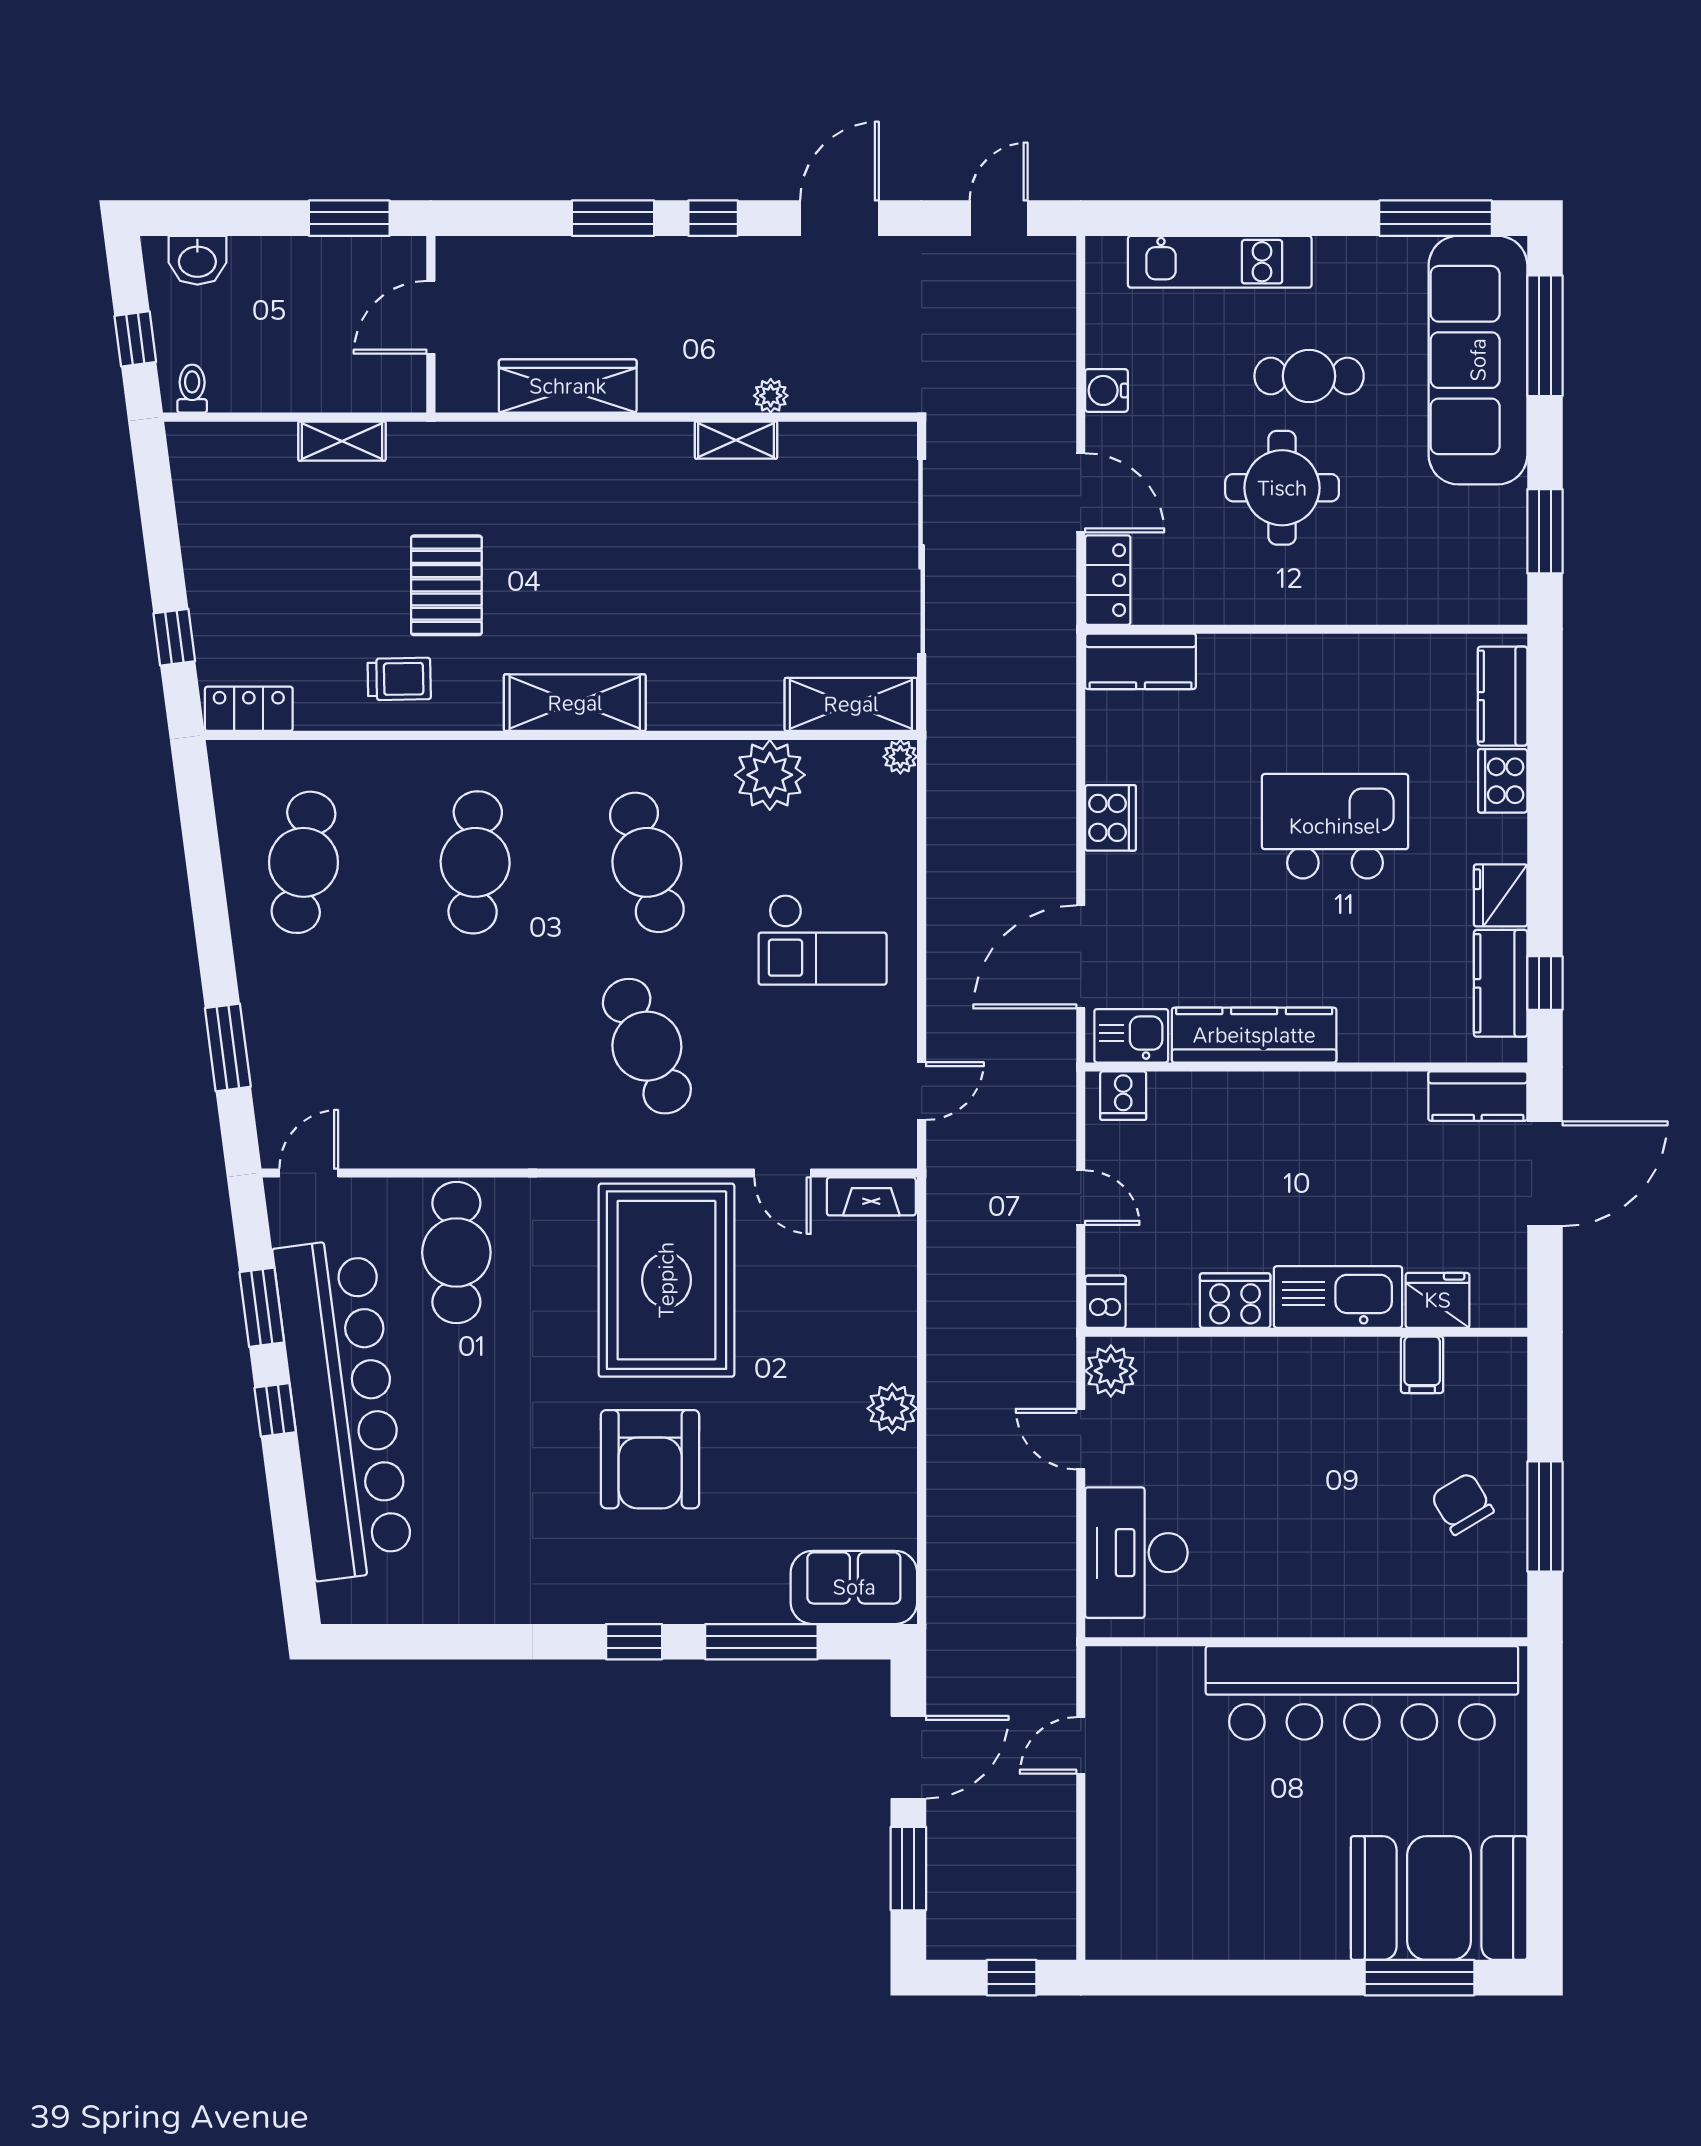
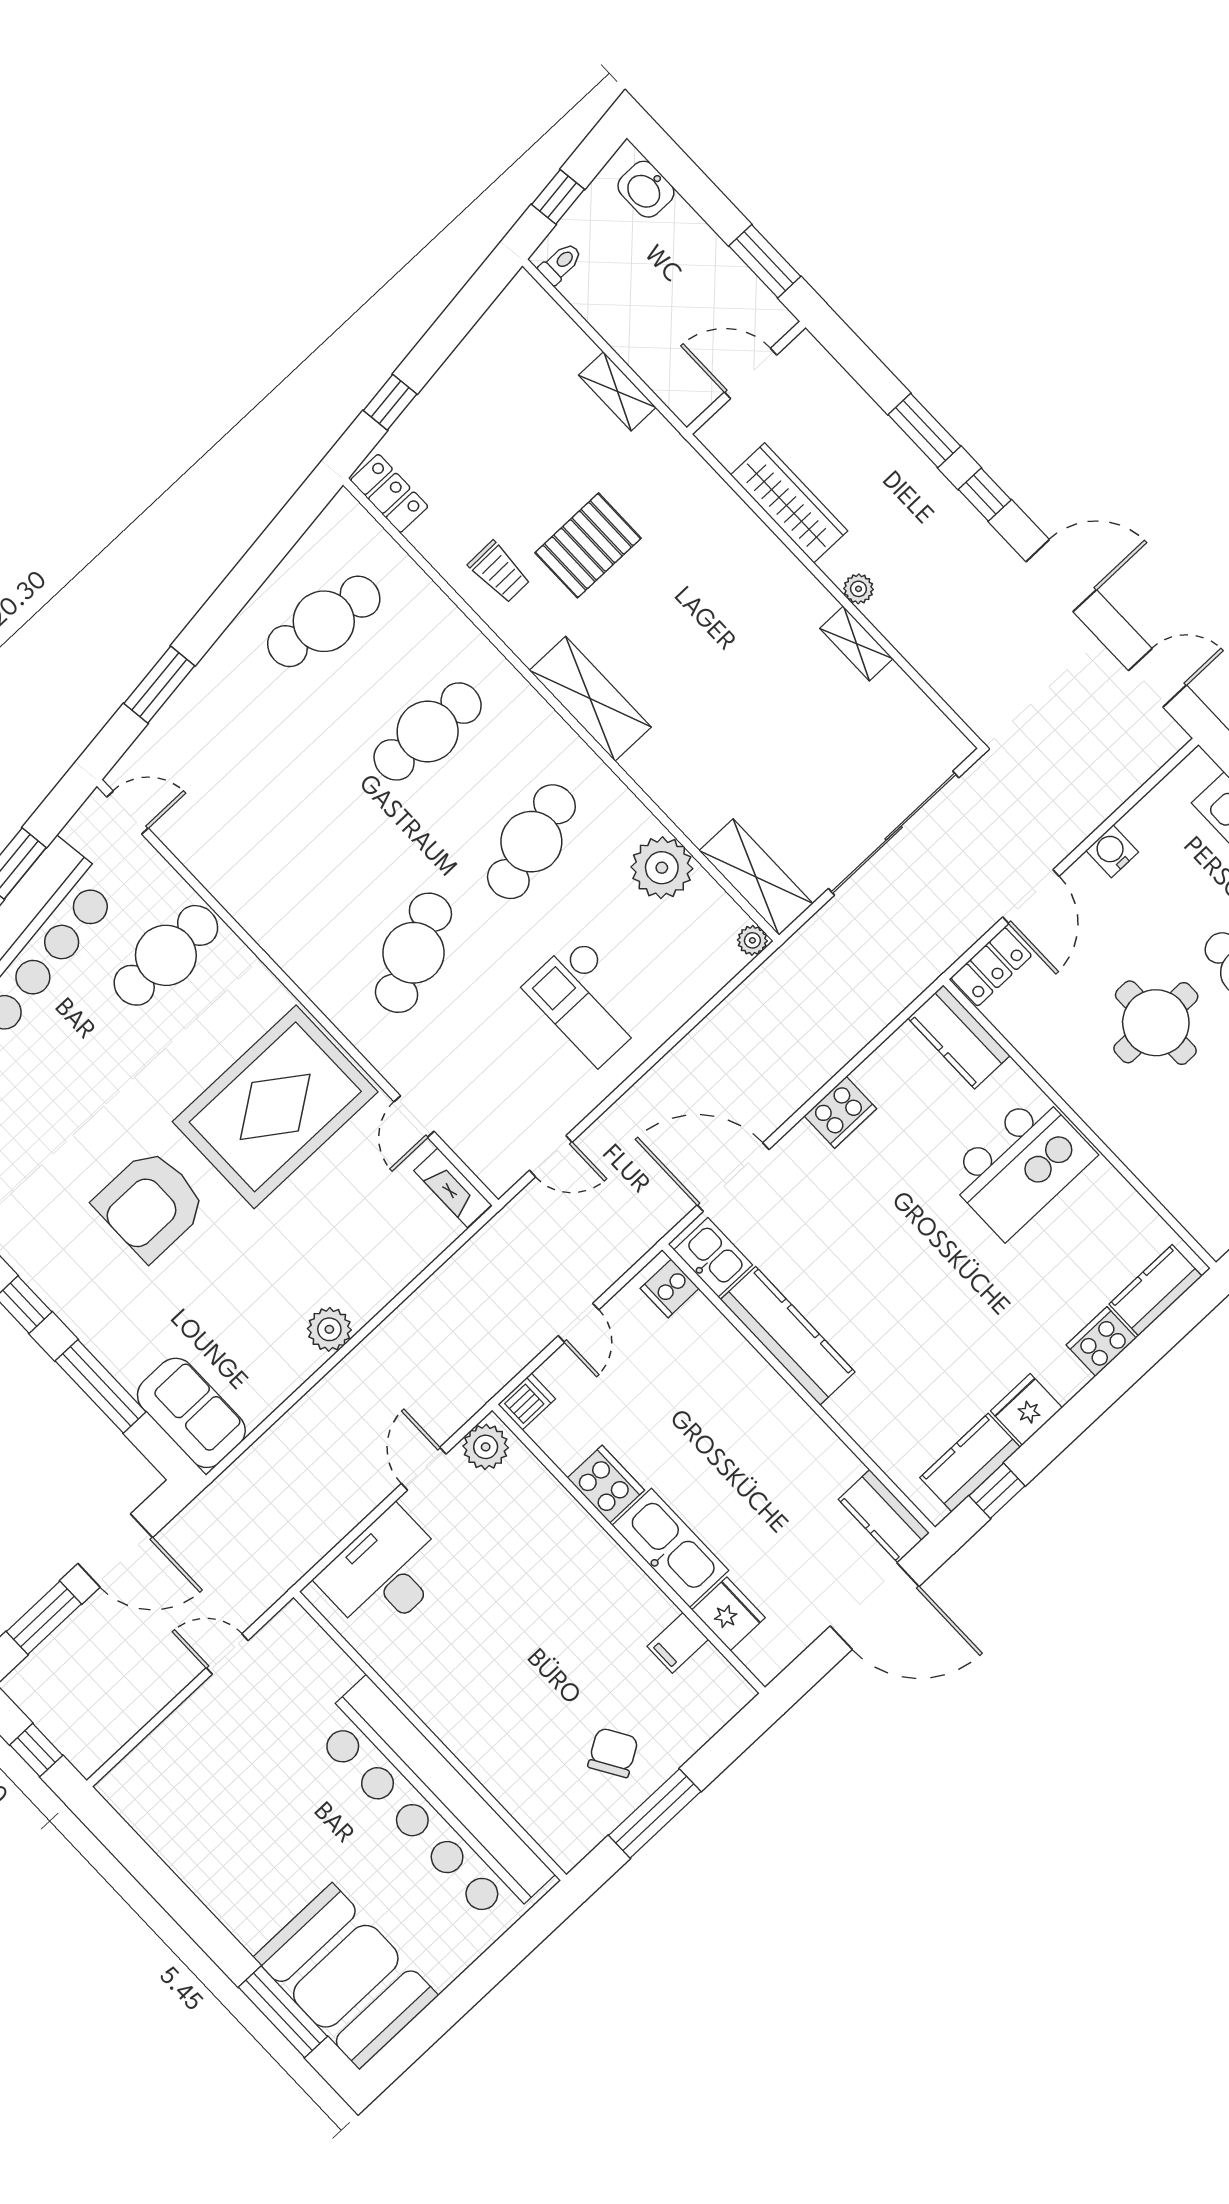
plant: (771, 396) -> (858, 589), moved
kitchen island: (1335, 826) -> (1020, 1166), moved, turned 90

